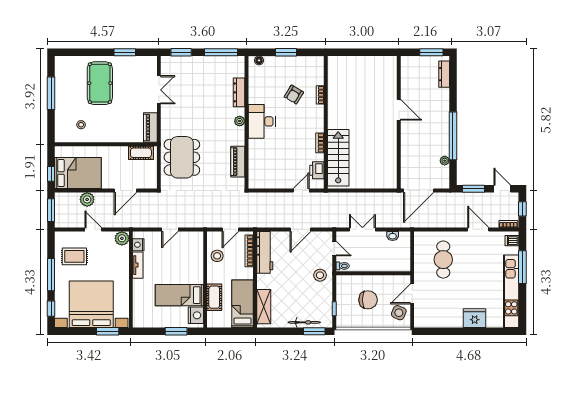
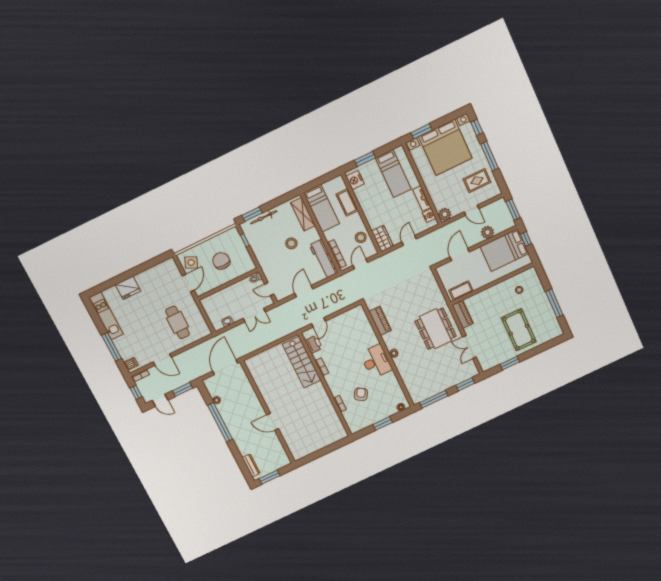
dresser: (239, 92) -> (405, 375), removed
dining table: (182, 157) -> (436, 329), moved
wardrobe: (196, 244) -> (382, 239), added
stool: (320, 275) -> (291, 243), moved
kitchen unit: (511, 291) -> (106, 316), width x0.73
bed: (179, 295) -> (393, 173), moved, turned 90
chair: (368, 300) -> (221, 261), turned 90

